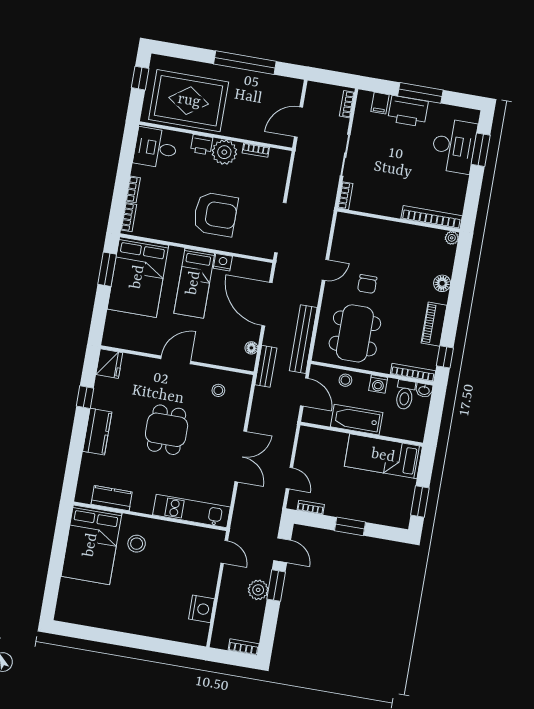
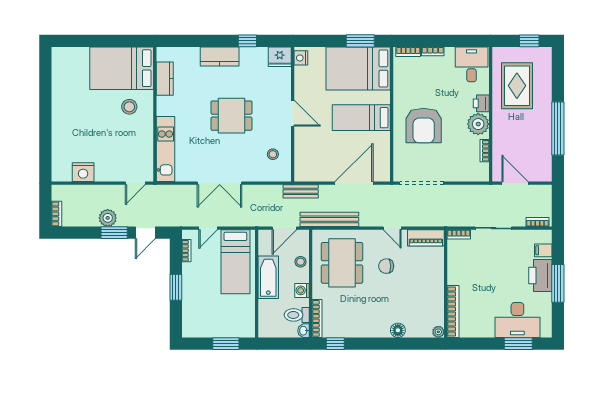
rug: (189, 101) -> (517, 86), width x0.73, depth x0.69
nightstand: (223, 262) -> (301, 58), moved, turned 180
piano: (434, 324) -> (426, 238), moved, turned 180
dining table: (355, 333) -> (342, 263), turned 90
floor lamp: (251, 348) -> (314, 176), removed
bed: (383, 456) -> (235, 262), moved, turned 180
window: (420, 502) -> (226, 344), moved

